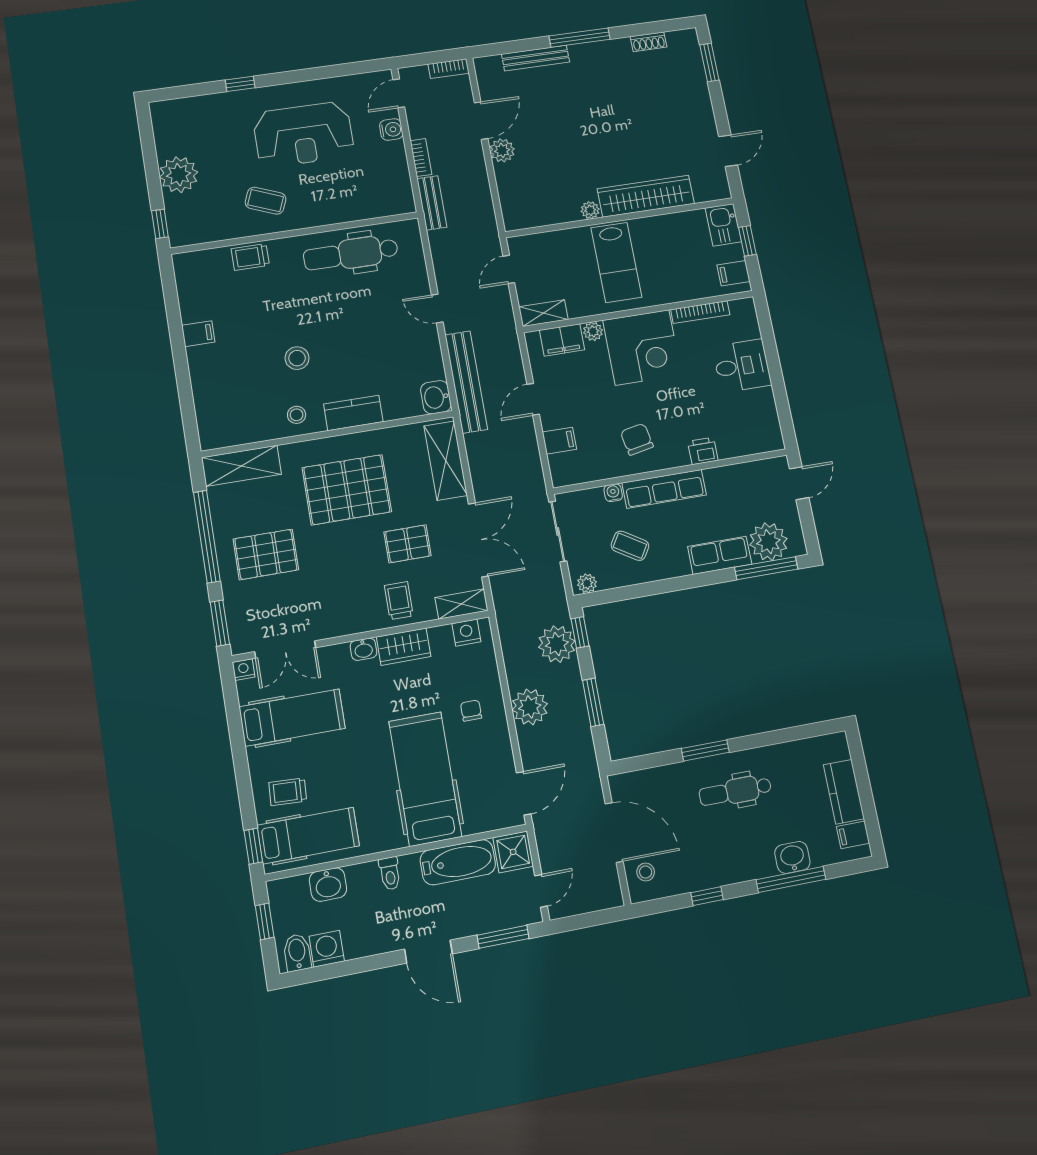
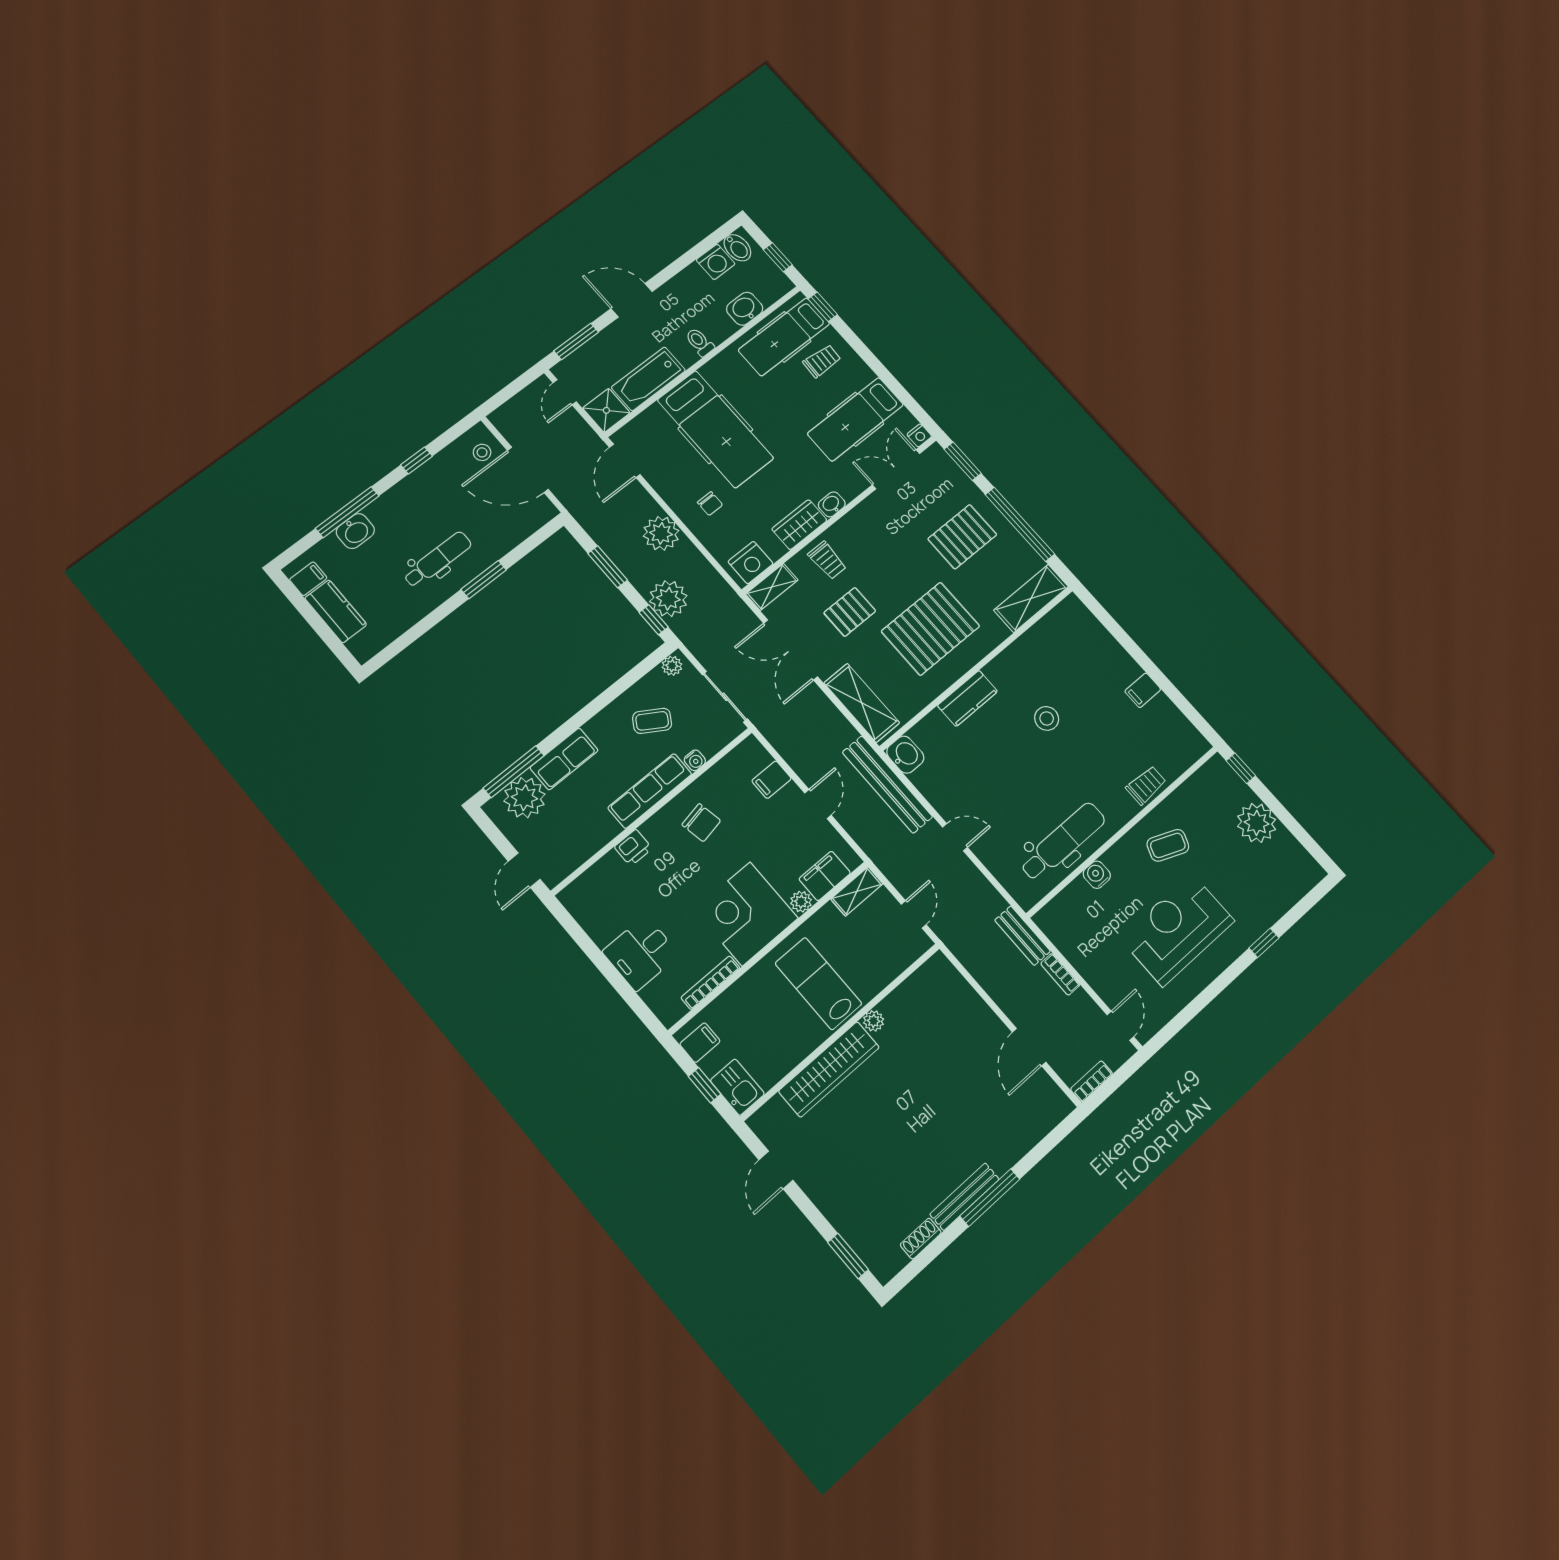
bench: (536, 58) -> (965, 1197), moved
water cooler: (391, 130) -> (1097, 875), moved, turned 90
plant: (502, 150) -> (991, 1029), removed
stool: (297, 415) -> (1014, 669), removed
nightstand: (466, 633) -> (750, 563), width x1.36, depth x1.33

